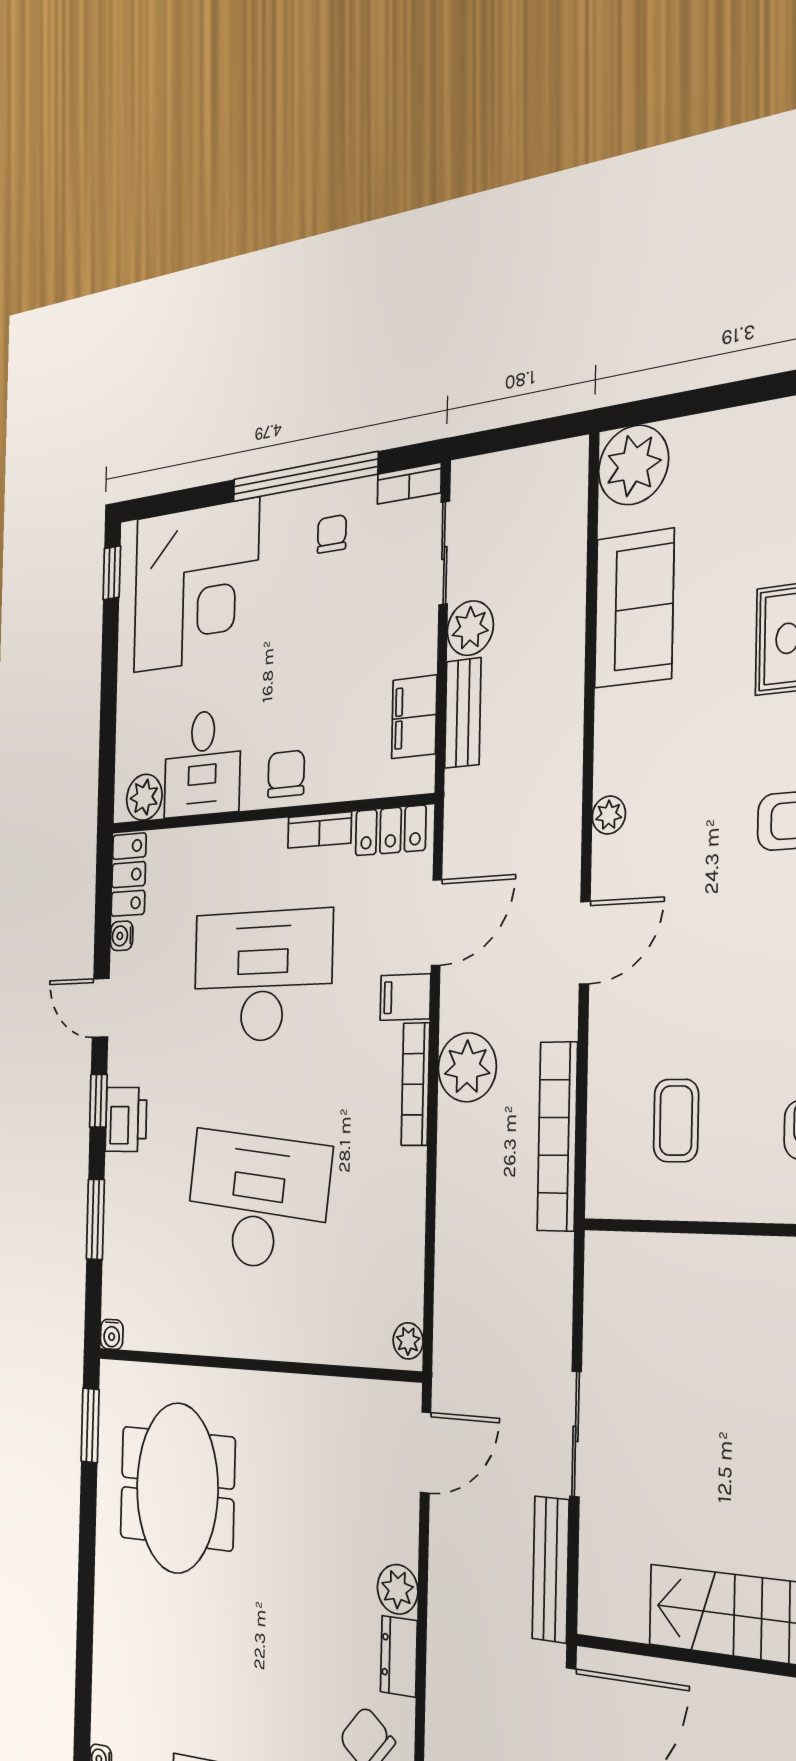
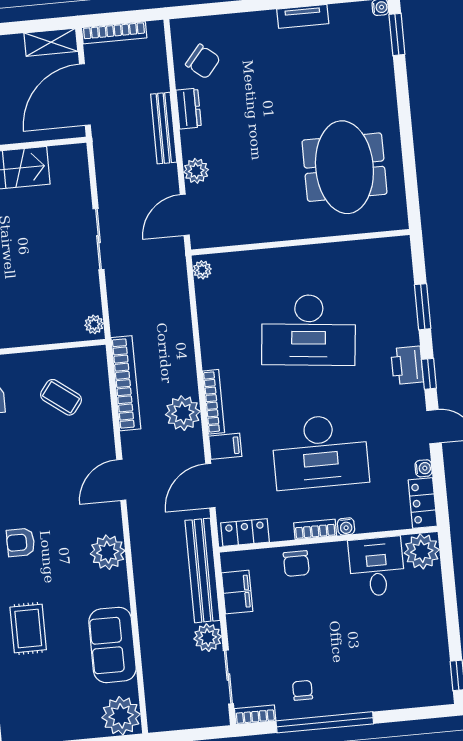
chair: (332, 534) -> (303, 690), turned 180
corner desk: (196, 586) -> (394, 666), removed
bench: (463, 713) -> (203, 570), width x1.86, depth x1.21
chair: (286, 774) -> (296, 563), moved
plant: (144, 797) -> (422, 551), width x1.36, depth x1.36
plant: (609, 815) -> (108, 552), width x1.88, depth x1.88
bookcase: (320, 830) -> (315, 529), moved
coffee table: (676, 1121) -> (61, 397), turned -53
plant: (601, 1262) -> (94, 324), added
water cooler: (112, 1334) -> (346, 526), moved, turned 180
window: (90, 1425) -> (397, 34), moved
bench: (550, 1569) -> (164, 128), moved
plant: (398, 1589) -> (196, 171), moved

